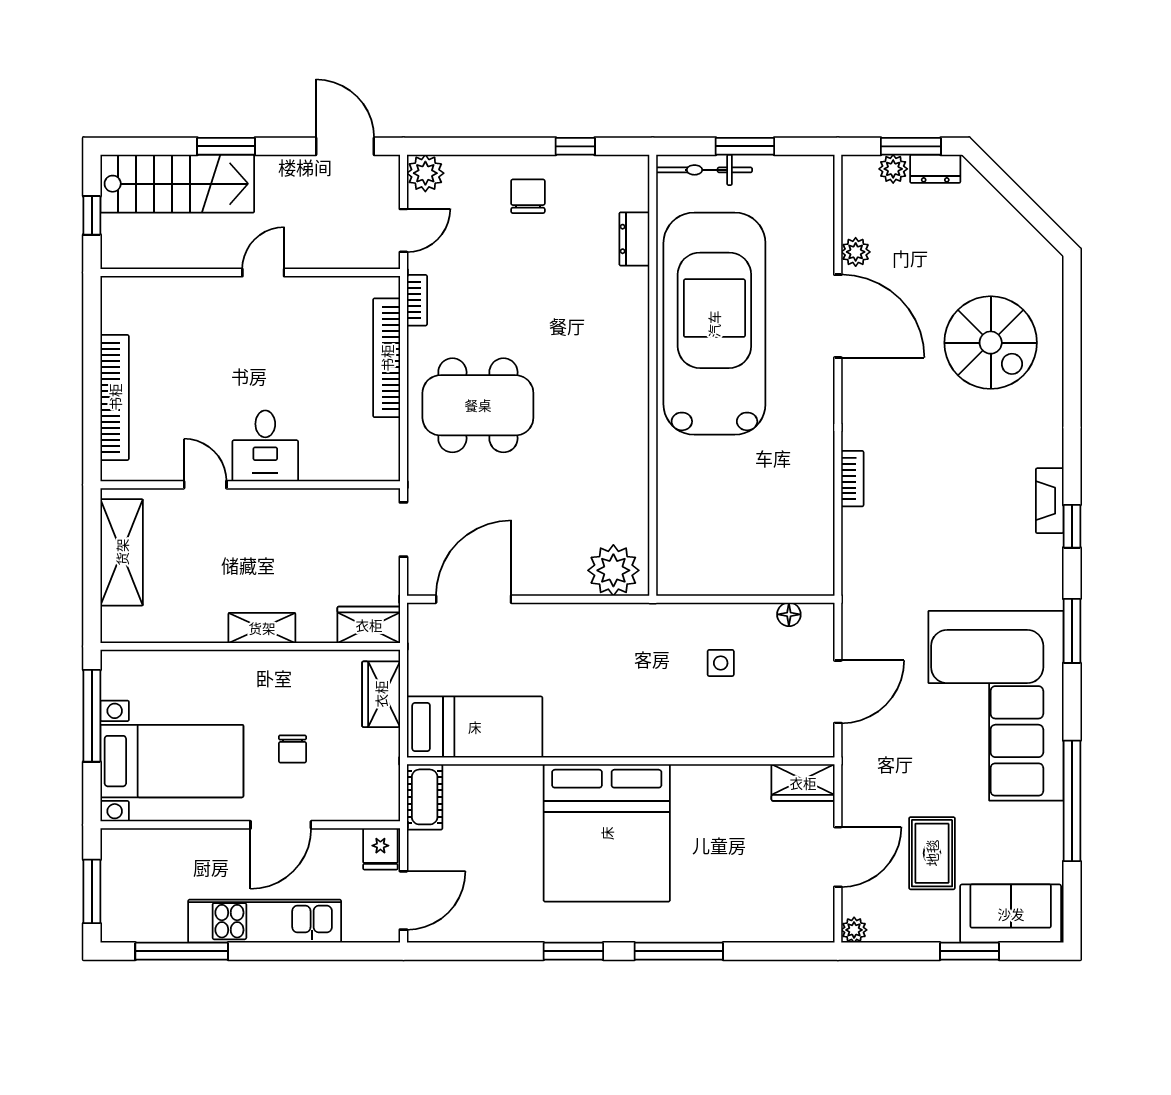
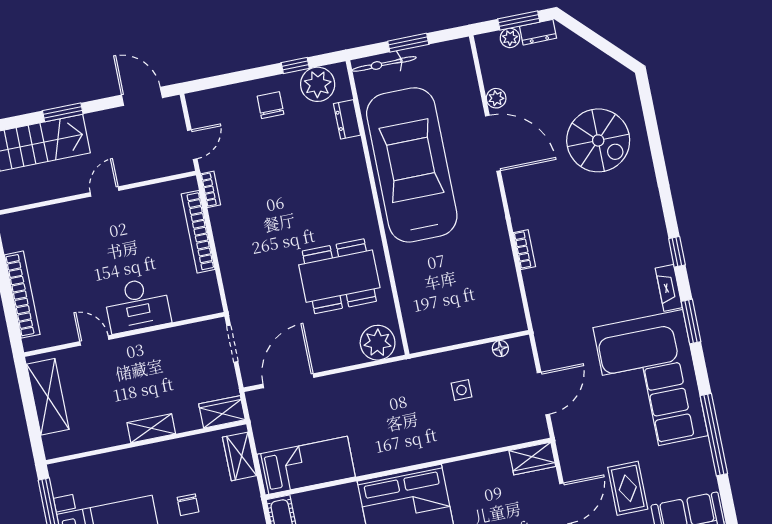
plant: (425, 173) -> (318, 84), moved, width x1.36, depth x1.36
dining table: (478, 405) -> (339, 276), moved
desk: (265, 446) -> (137, 305), width x1.37
fireplace: (1050, 501) -> (669, 288), moved

